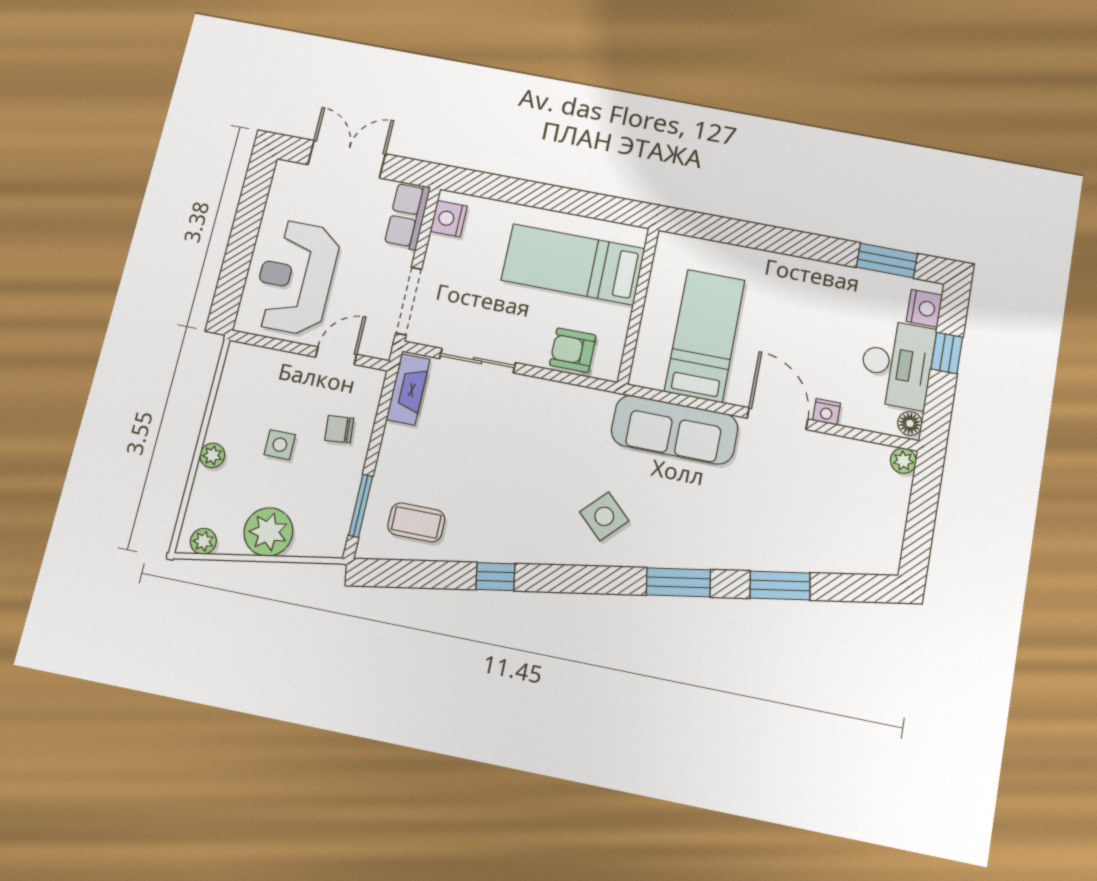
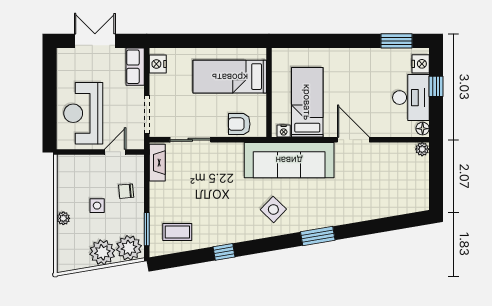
nightstand: (826, 412) -> (284, 131), moved
sofa: (675, 430) -> (289, 160), width x1.36, depth x1.27
plant: (203, 541) -> (129, 248), moved, width x1.88, depth x1.88
window: (780, 586) -> (370, 227), removed

